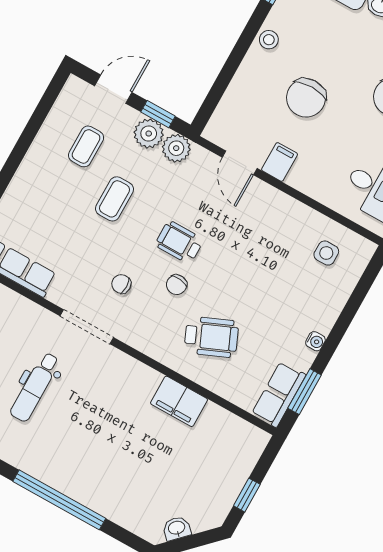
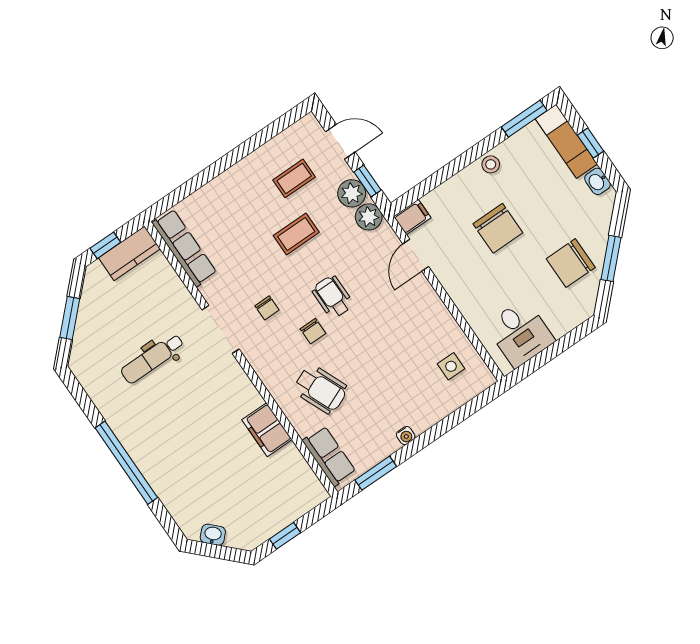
chair: (306, 98) -> (498, 228), turned -90
filing cabinet: (280, 162) -> (412, 217), moved
chair: (121, 284) -> (267, 308), turned 180
chair: (177, 285) -> (313, 331), turned -97
row of seats: (279, 394) -> (329, 456), moved, turned 90

